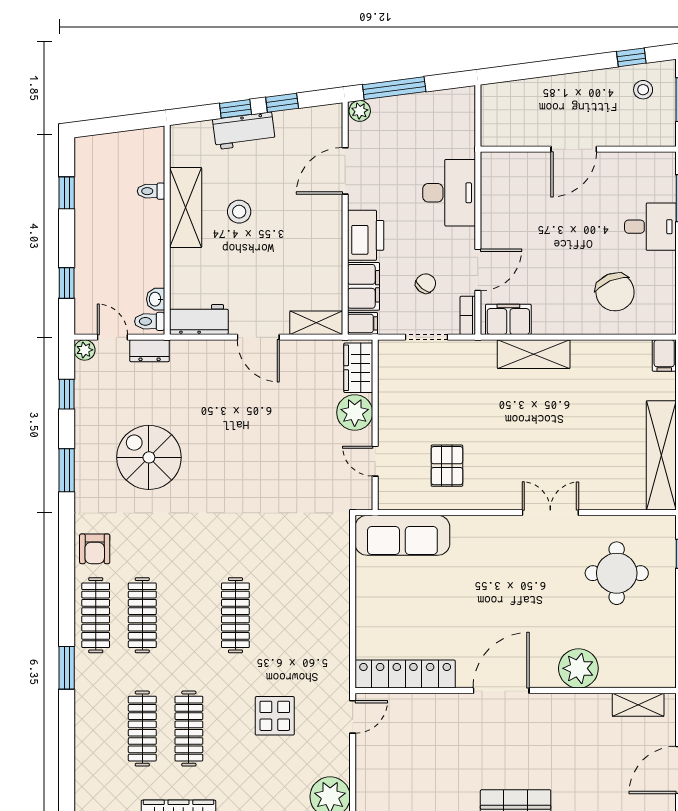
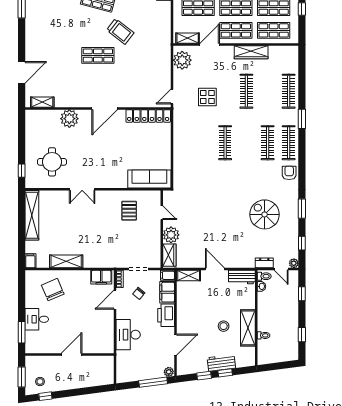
shelving: (534, 354) -> (66, 261), moved
spiral stairs: (149, 457) -> (265, 214), turned 180
clothes rail: (142, 729) -> (289, 91), moved

